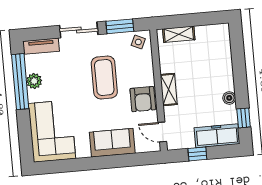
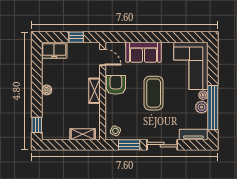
coffee table: (104, 78) -> (154, 93), moved
plant: (33, 96) -> (203, 95), added
boiler: (229, 98) -> (47, 90), moved
window: (244, 118) -> (37, 125), moved
freezer: (217, 136) -> (54, 50), width x0.71

